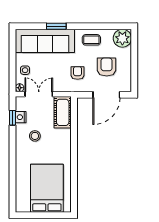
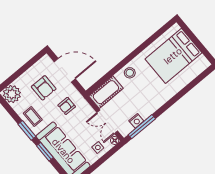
window: (84, 26) -> (27, 130), added
armchair: (107, 67) -> (44, 88), turned -90
window: (13, 118) -> (142, 127), width x2.17
stool: (35, 136) -> (130, 73), moved

